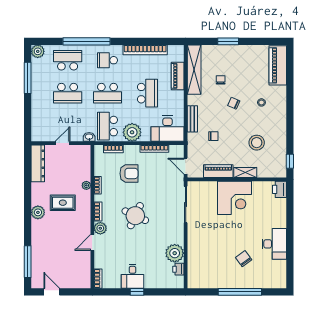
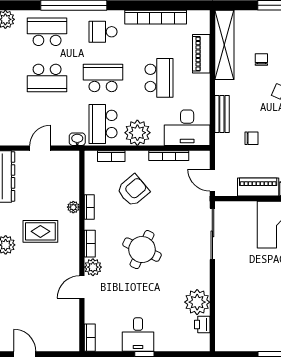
school desk: (107, 93) -> (103, 78), turned 180
armchair: (129, 173) -> (133, 190), turned -40

